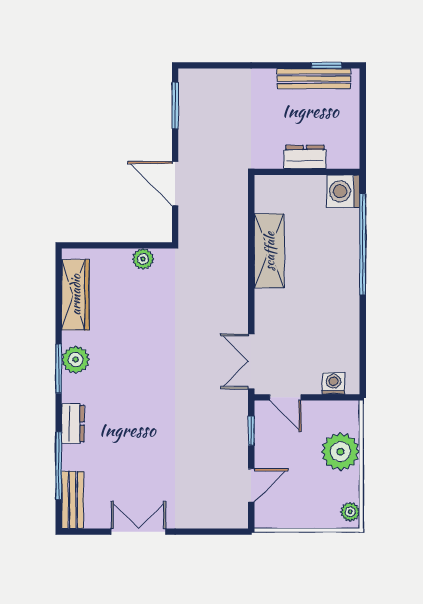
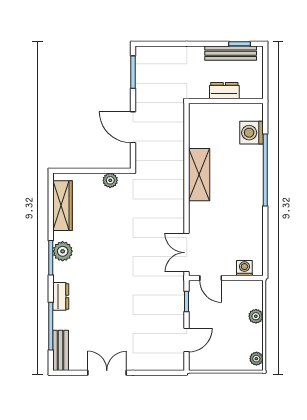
dresser: (305, 157) -> (224, 91), moved
wall: (307, 172) -> (226, 101), moved
plant: (340, 452) -> (256, 316), width x0.53, depth x0.53

